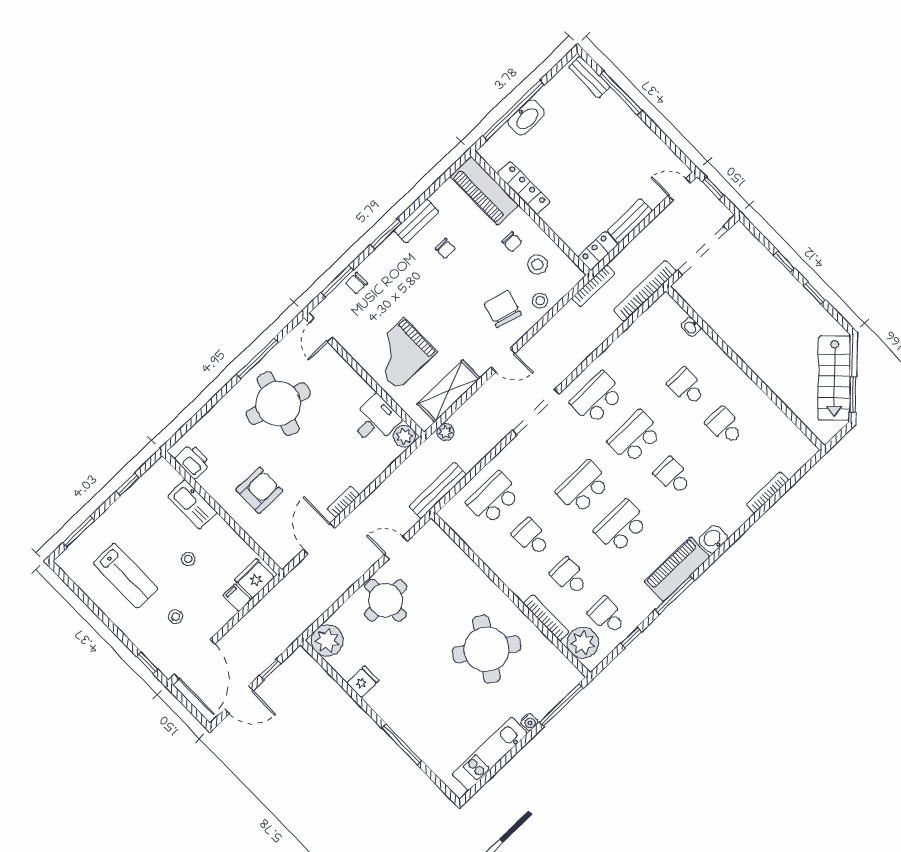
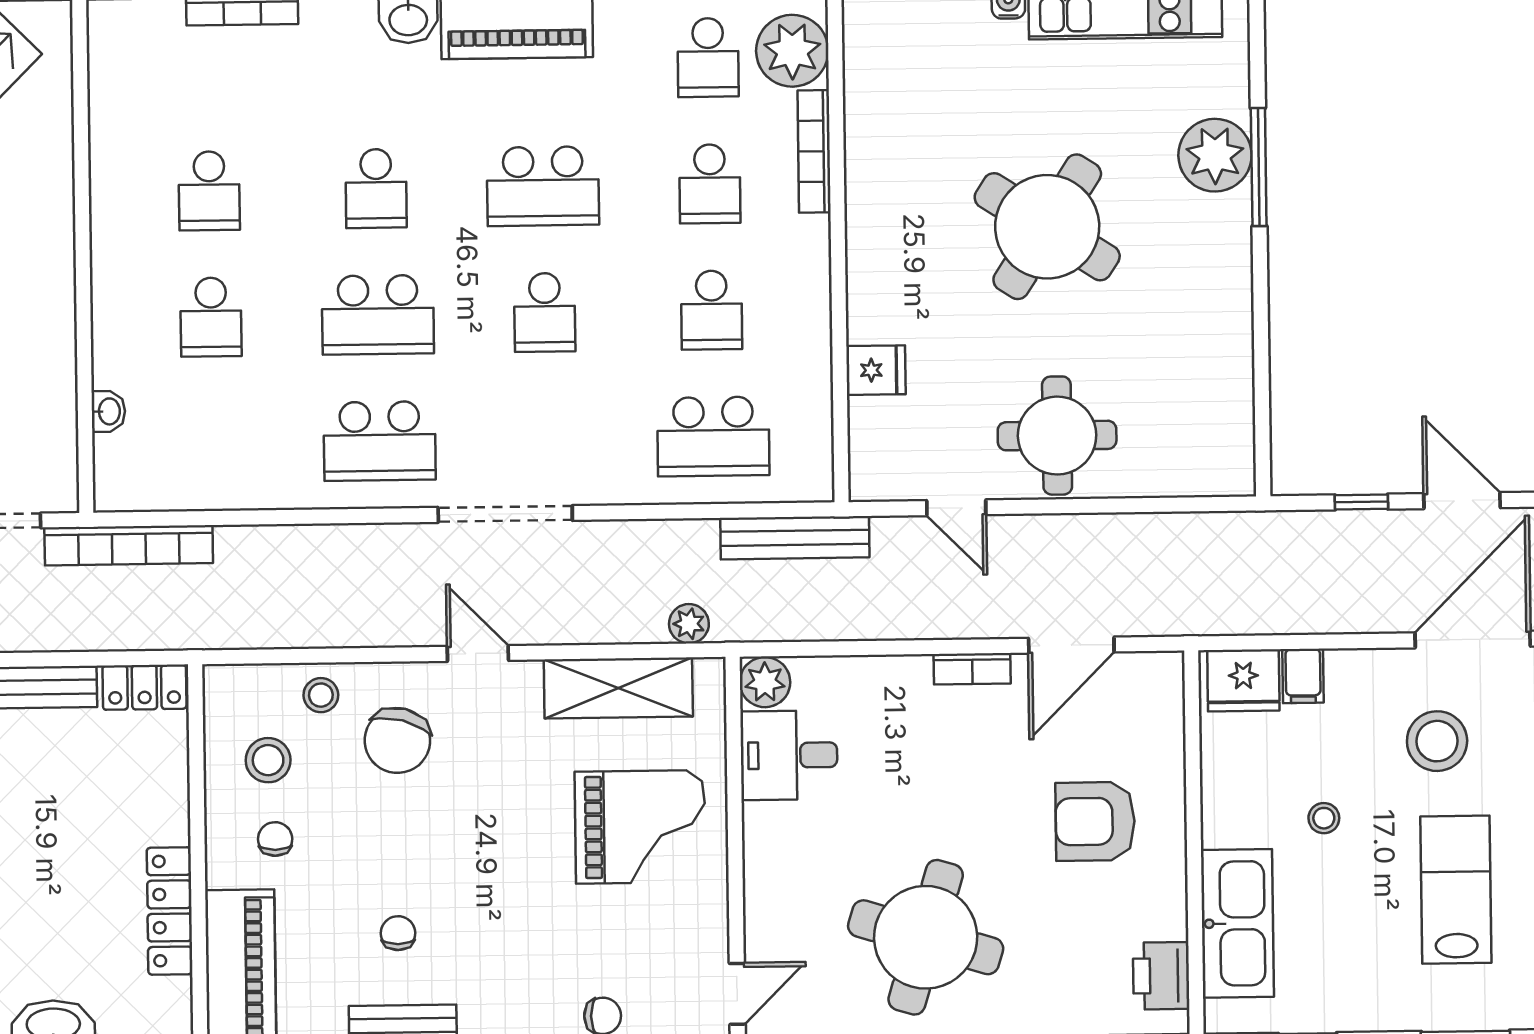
bookcase: (593, 286) -> (208, 636), removed
school desk: (583, 487) -> (545, 312), width x0.54
kitchen sink: (192, 504) -> (1237, 923), width x1.36, depth x1.24
stool: (176, 617) -> (1437, 741), width x1.89, depth x1.89
plant: (327, 640) -> (1215, 155), moved
round table: (487, 649) -> (1047, 227), moved
fridge: (363, 682) -> (876, 370), moved, turned 180

